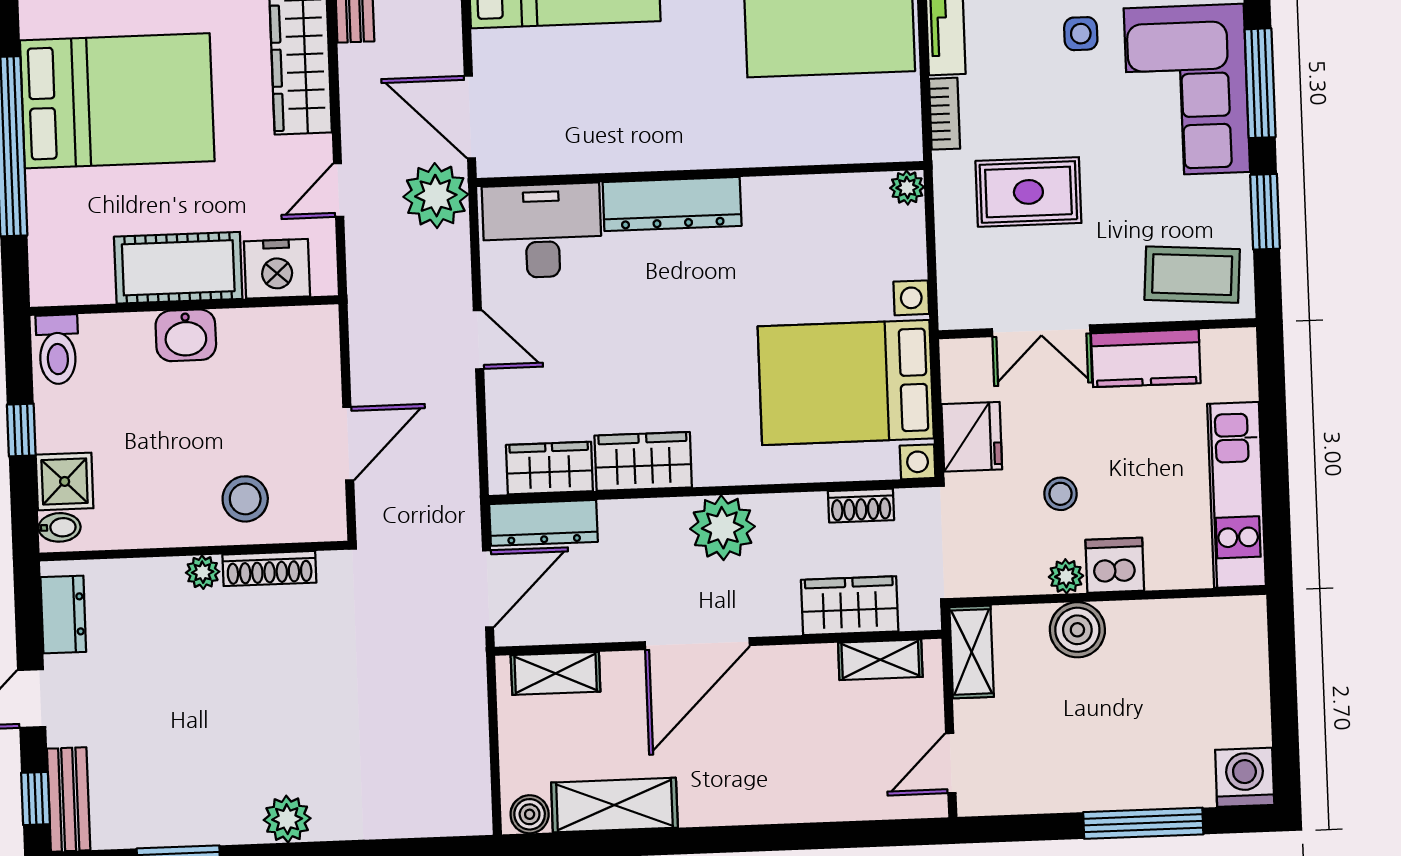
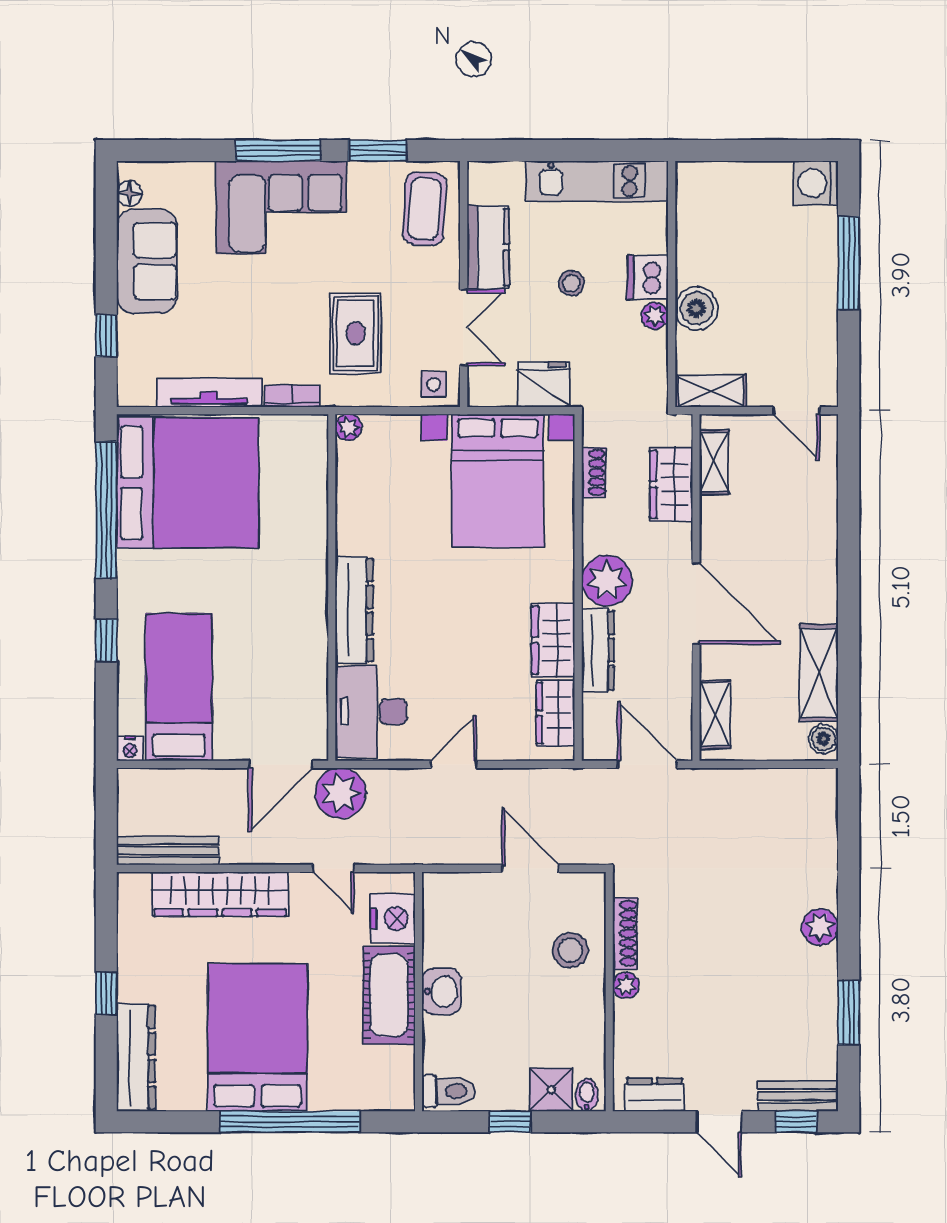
side table: (1081, 34) -> (434, 384), moved
stool: (1060, 494) -> (571, 283), moved
dresser: (544, 523) -> (598, 650), moved

